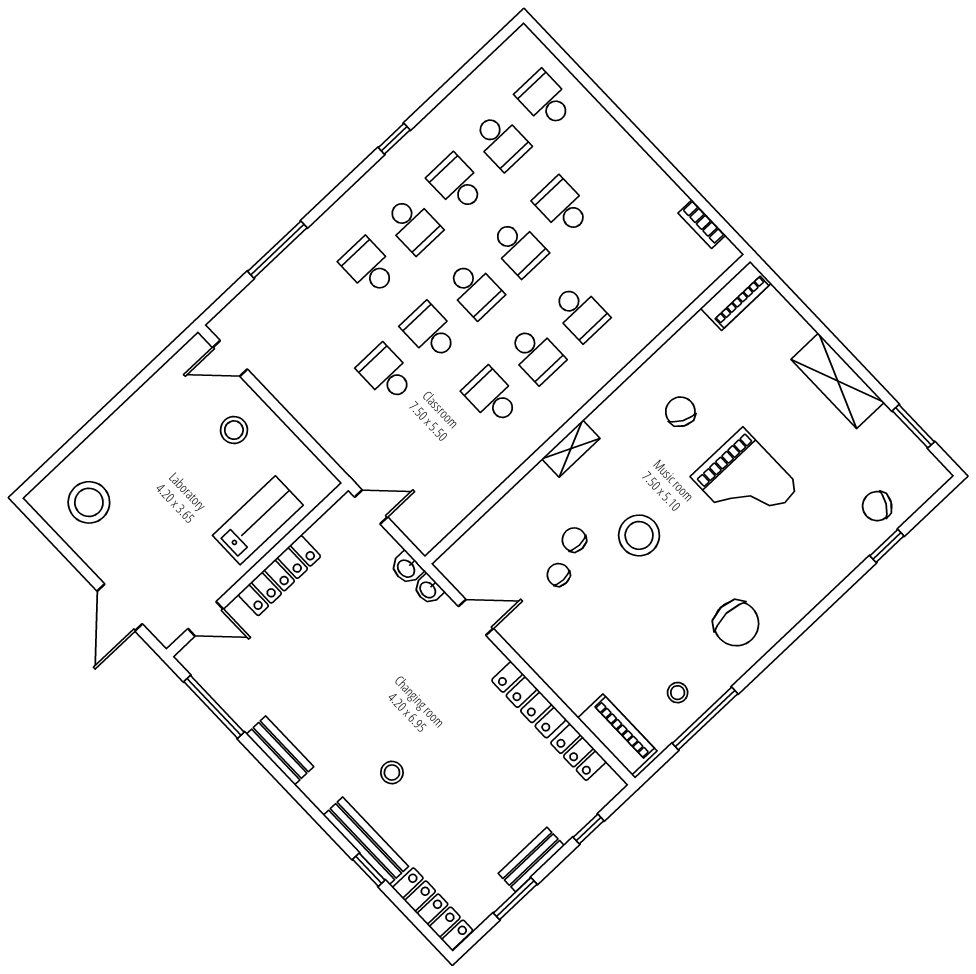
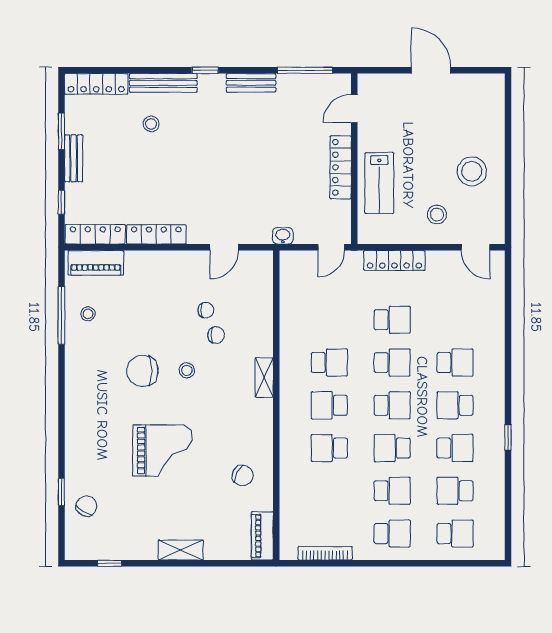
school desk: (606, 164) -> (392, 534), added
bookcase: (702, 224) -> (325, 553), width x1.56
window: (277, 250) -> (508, 324), removed
school desk: (474, 290) -> (392, 405), turned 180
door: (230, 358) -> (476, 247), swing flipped
shelving: (838, 381) -> (181, 550), width x0.67, depth x0.75
chair: (680, 412) -> (243, 476), moved
window: (913, 426) -> (110, 563), width x0.67
locker: (323, 429) -> (394, 261), added
grand piano: (745, 482) -> (162, 450), turned 180
stool: (89, 502) -> (472, 171), moved
stool: (639, 535) -> (187, 370), width x0.53, depth x0.53
washbasin: (428, 589) -> (261, 237), removed
door: (120, 607) -> (431, 70), moved
chair: (736, 623) -> (142, 371), moved
locker: (578, 752) -> (95, 234), width x1.53
stool: (392, 772) -> (151, 124), moved
window: (369, 870) -> (205, 70), moved

